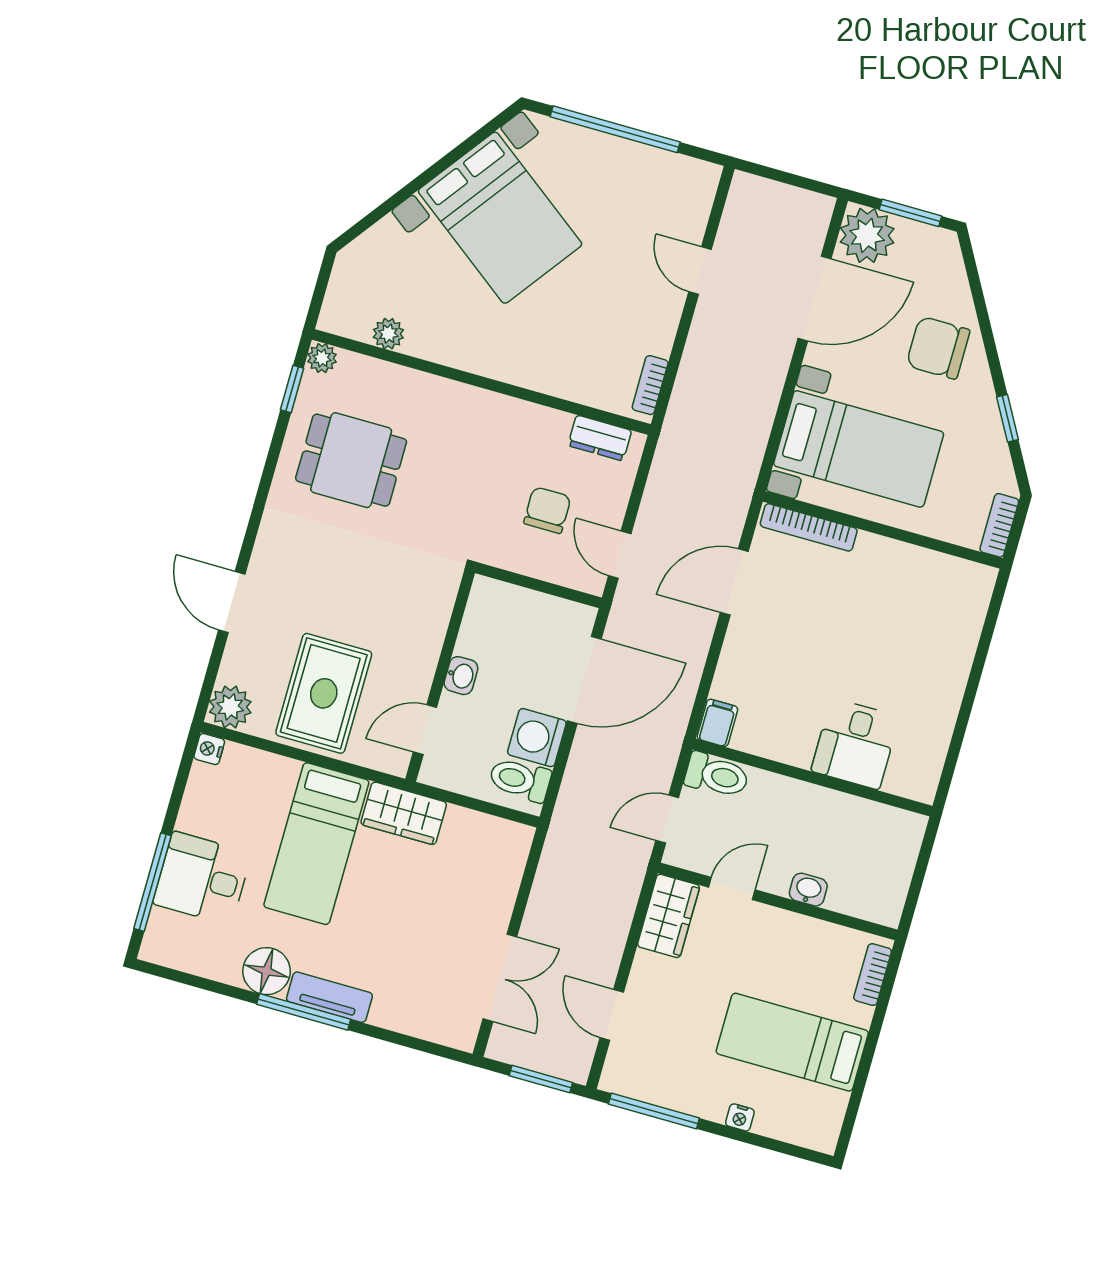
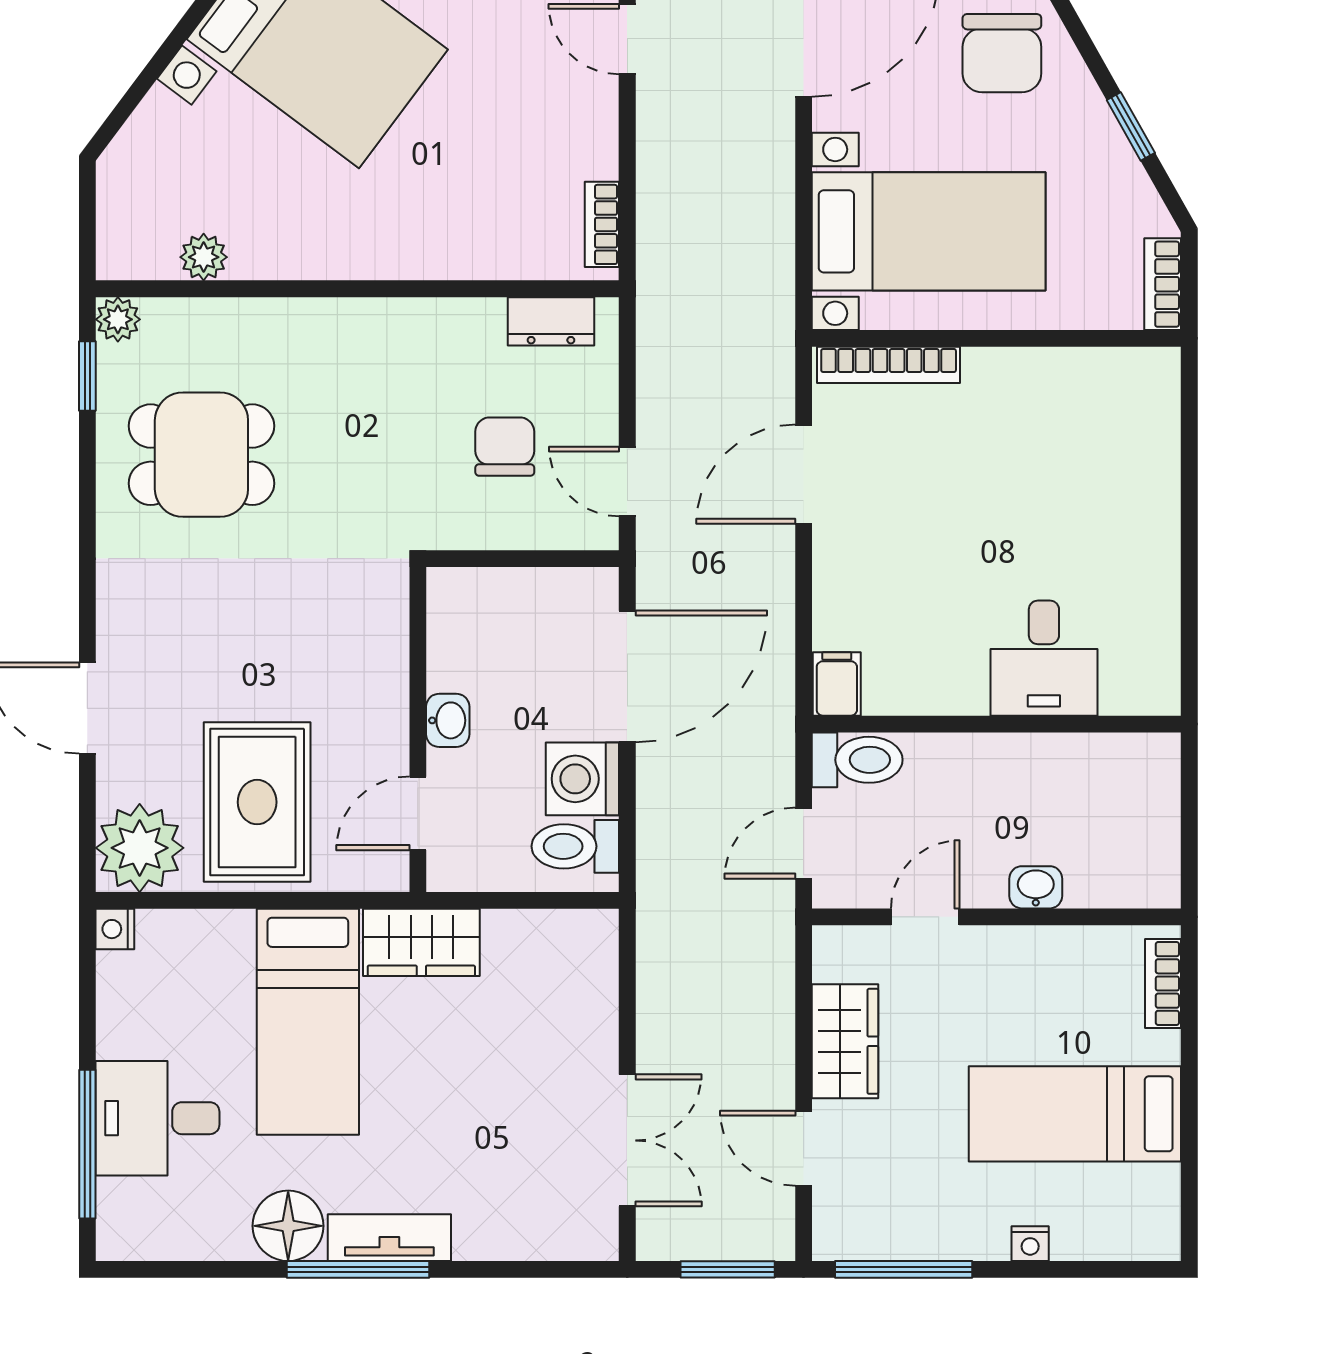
chair: (938, 348) -> (1002, 53), turned -90
plant: (230, 707) -> (140, 848), width x1.36, depth x1.36
wardrobe: (668, 916) -> (845, 1041), moved

